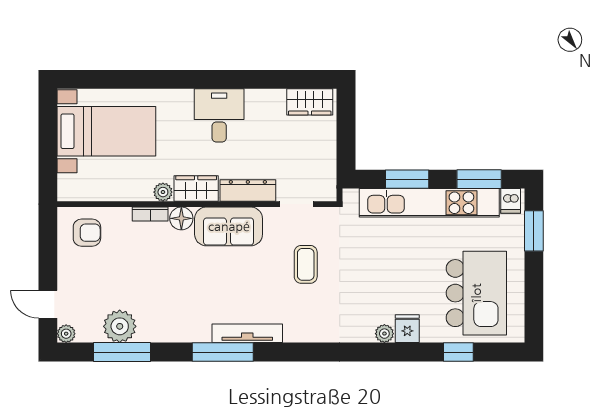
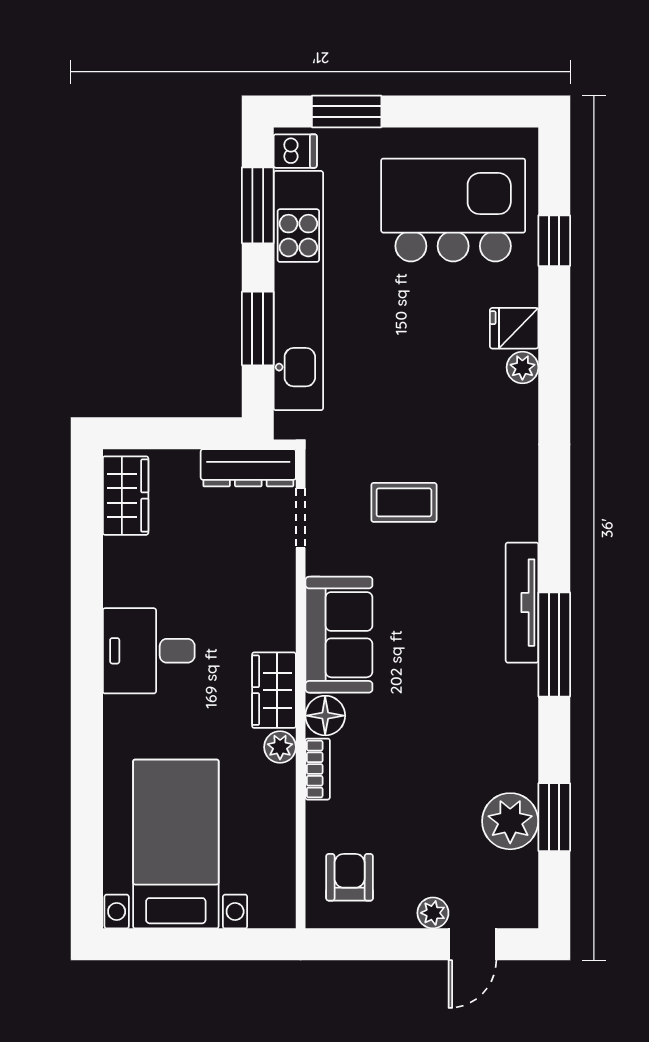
dresser: (248, 190) -> (248, 468), moved, turned -90
plant: (66, 334) -> (433, 913), moved
window: (122, 352) -> (554, 817), width x0.69

